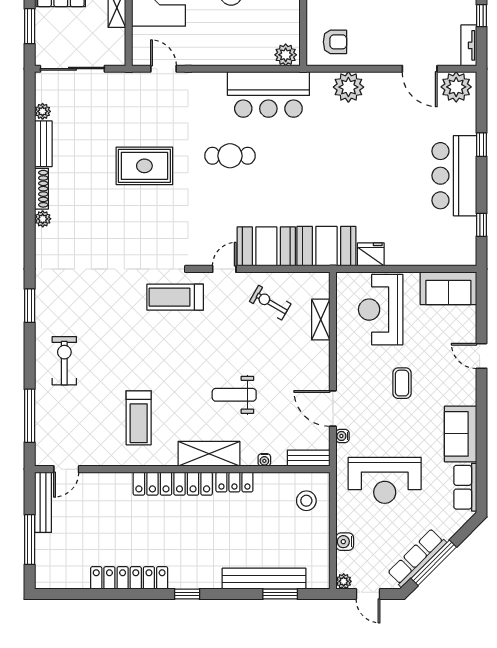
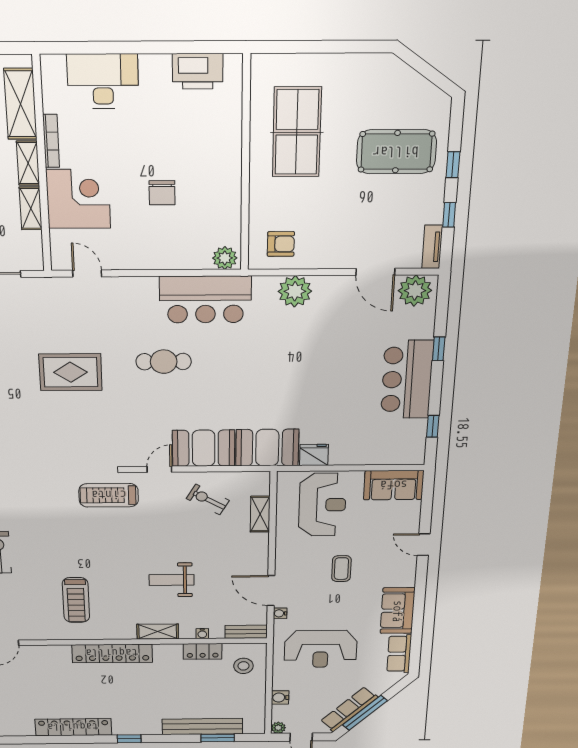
reception desk: (381, 310) -> (322, 505), turned 180
shelving: (209, 454) -> (158, 632), width x0.67, depth x0.75
locker: (234, 482) -> (203, 651), moved

